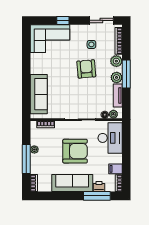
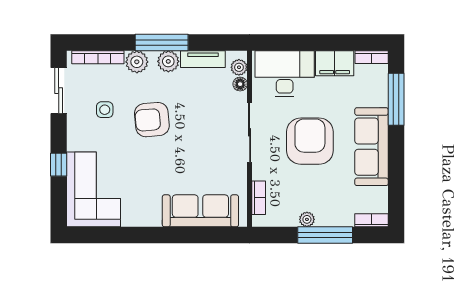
filing cabinet: (116, 169) -> (335, 63), width x2.00
printer: (99, 187) -> (378, 95), removed

